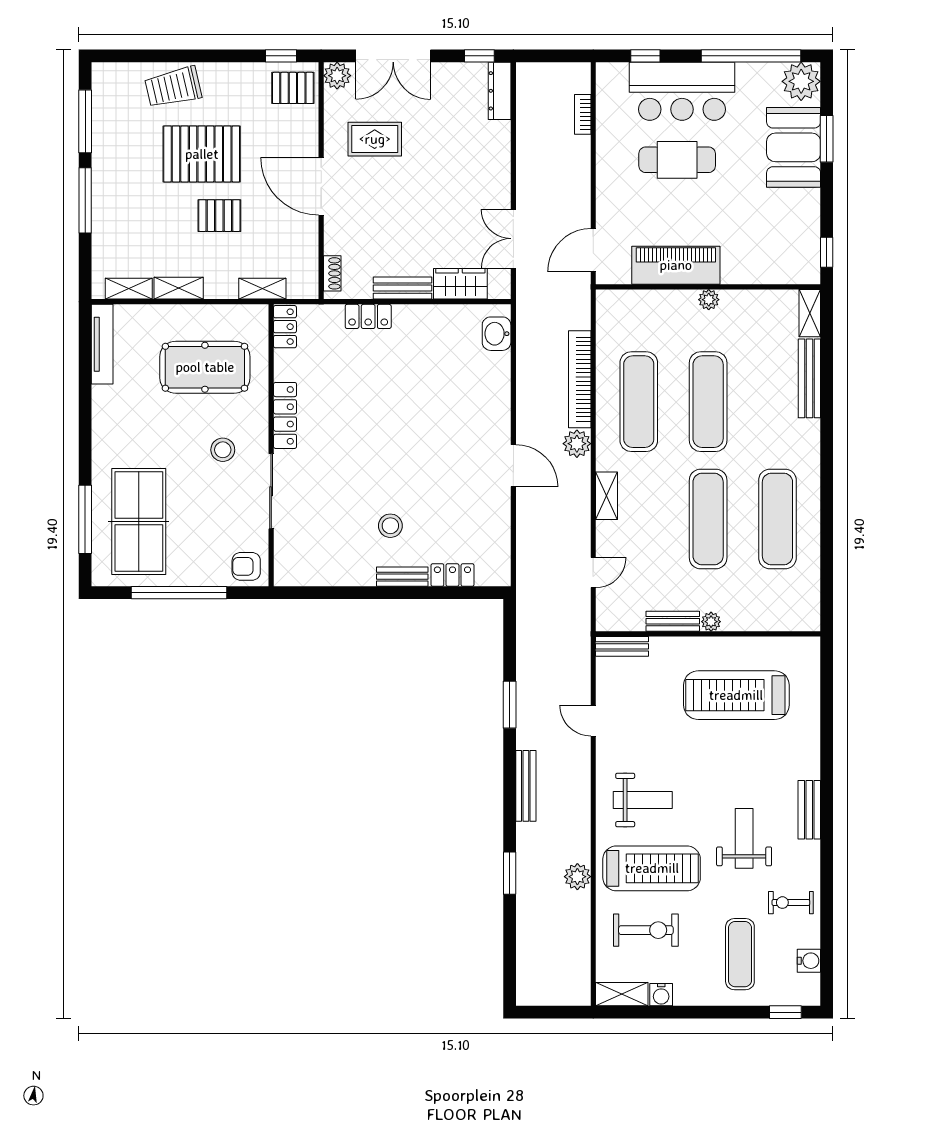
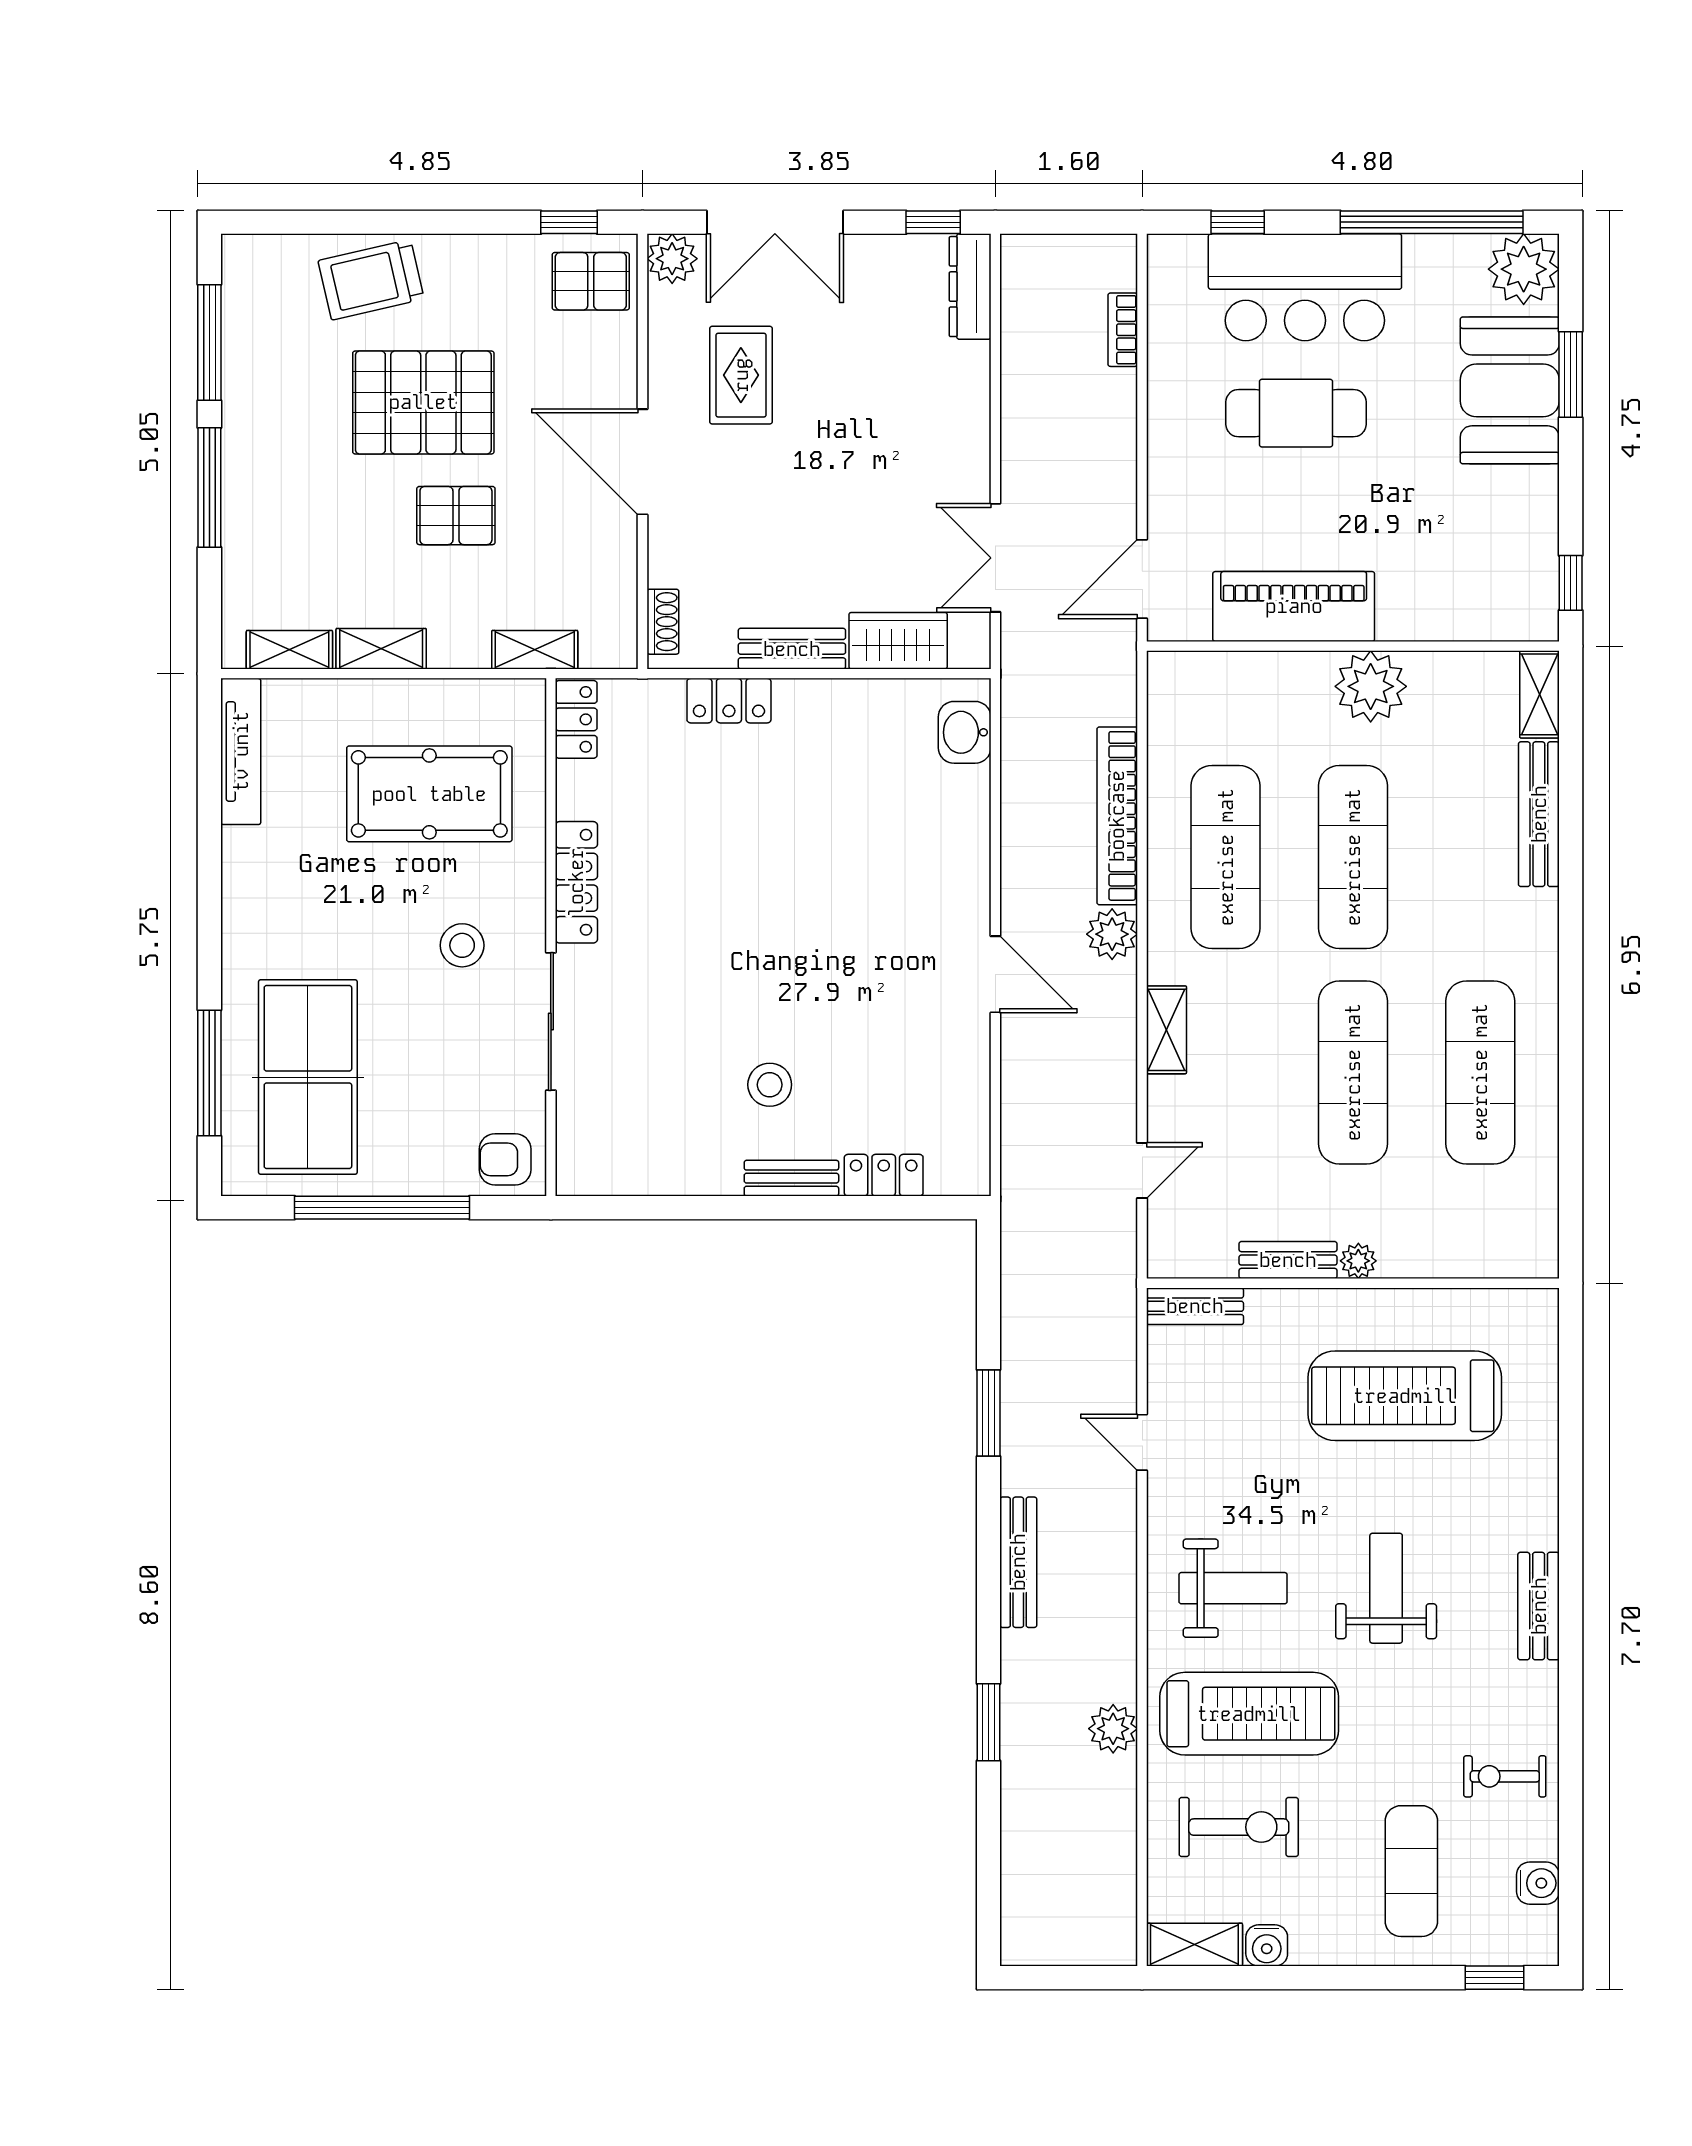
rug: (375, 139) -> (741, 375), turned 90
plant: (709, 300) -> (1371, 686), width x1.88, depth x1.88
weight bench: (744, 838) -> (1386, 1588), moved

